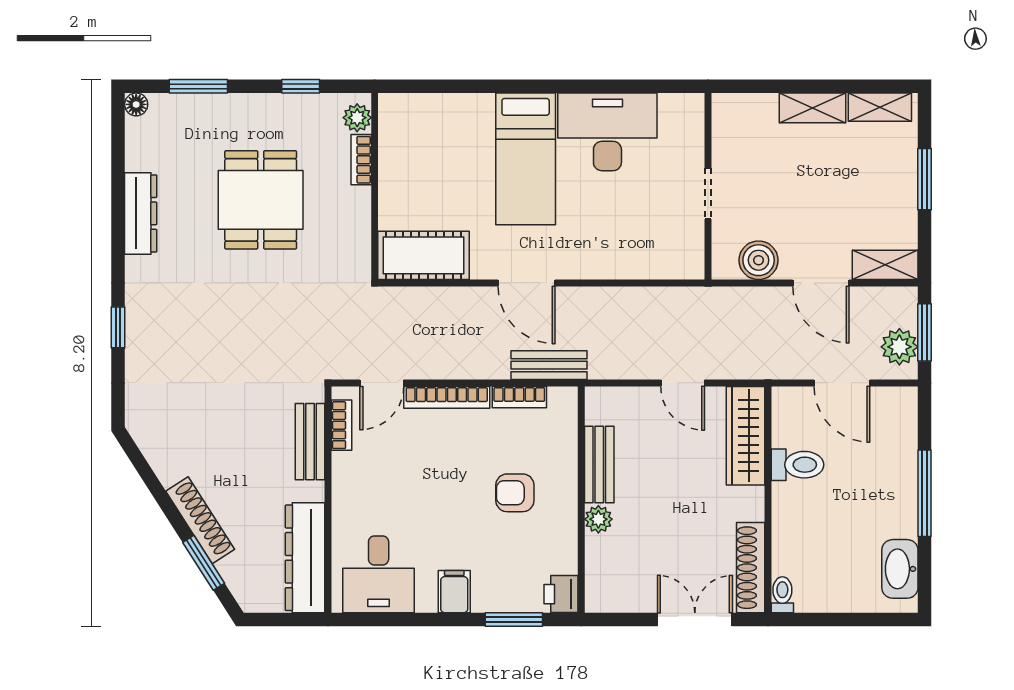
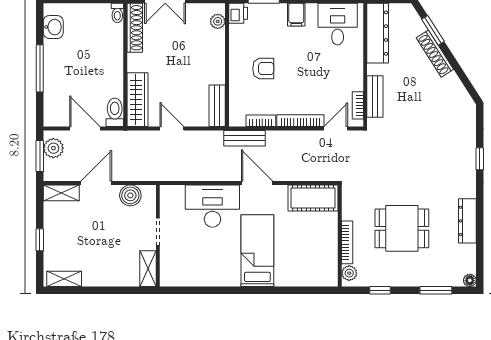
shelving: (813, 108) -> (148, 269), moved, turned 90
desk: (607, 132) -> (212, 206), moved, turned 180
bookcase: (361, 160) -> (347, 242), width x1.56
window: (925, 179) -> (40, 240), width x0.67
dining table: (261, 200) -> (402, 228), turned 90
door: (821, 283) -> (96, 183), hinge flipped
bench: (599, 464) -> (217, 106), moved
toilet: (797, 465) -> (115, 112), moved, turned 90
plant: (598, 519) -> (218, 21), moved
washbasin: (900, 569) -> (53, 27), width x0.72

